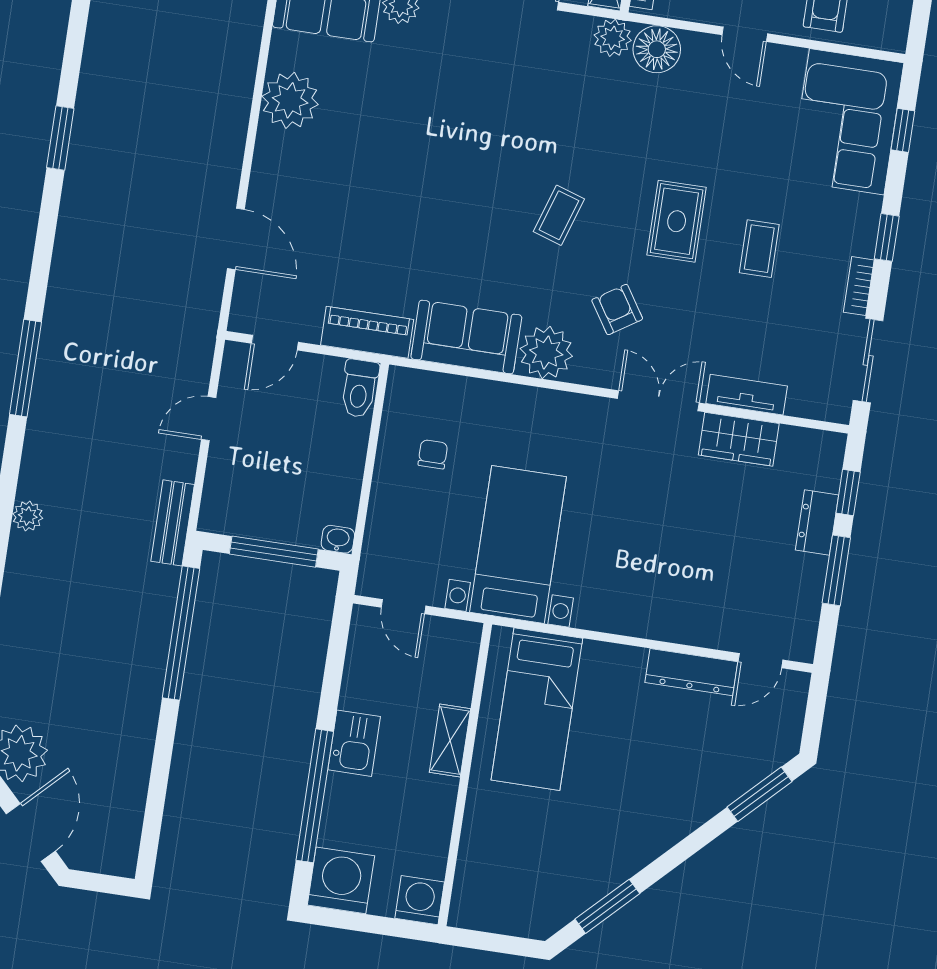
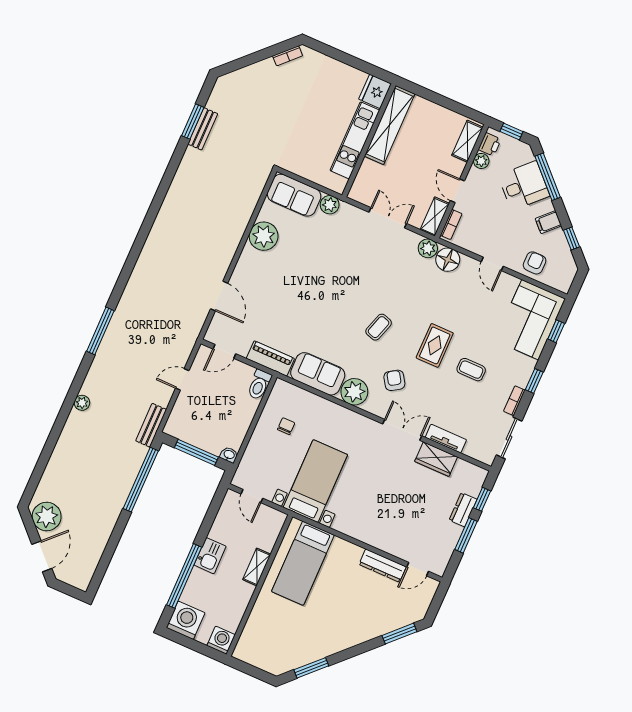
window: (60, 138) -> (147, 224), removed
coffee table: (759, 249) -> (471, 370), turned 90

